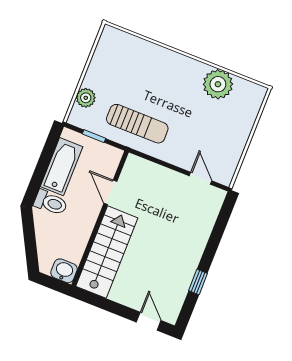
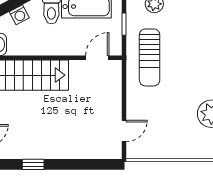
door: (110, 192) -> (97, 58), moved
washing machine: (43, 237) -> (19, 15), added

